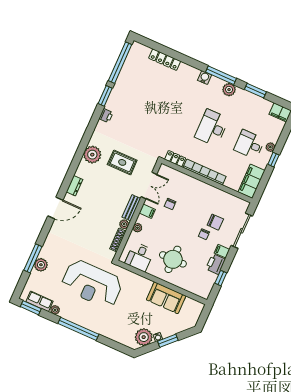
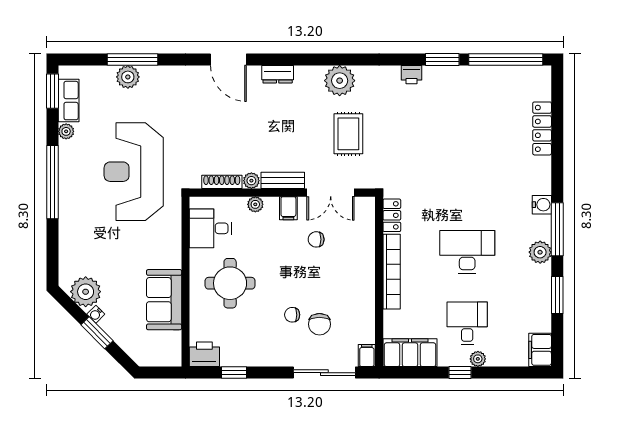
filing cabinet: (222, 251) -> (367, 356), moved
printer: (216, 264) -> (204, 354), moved

